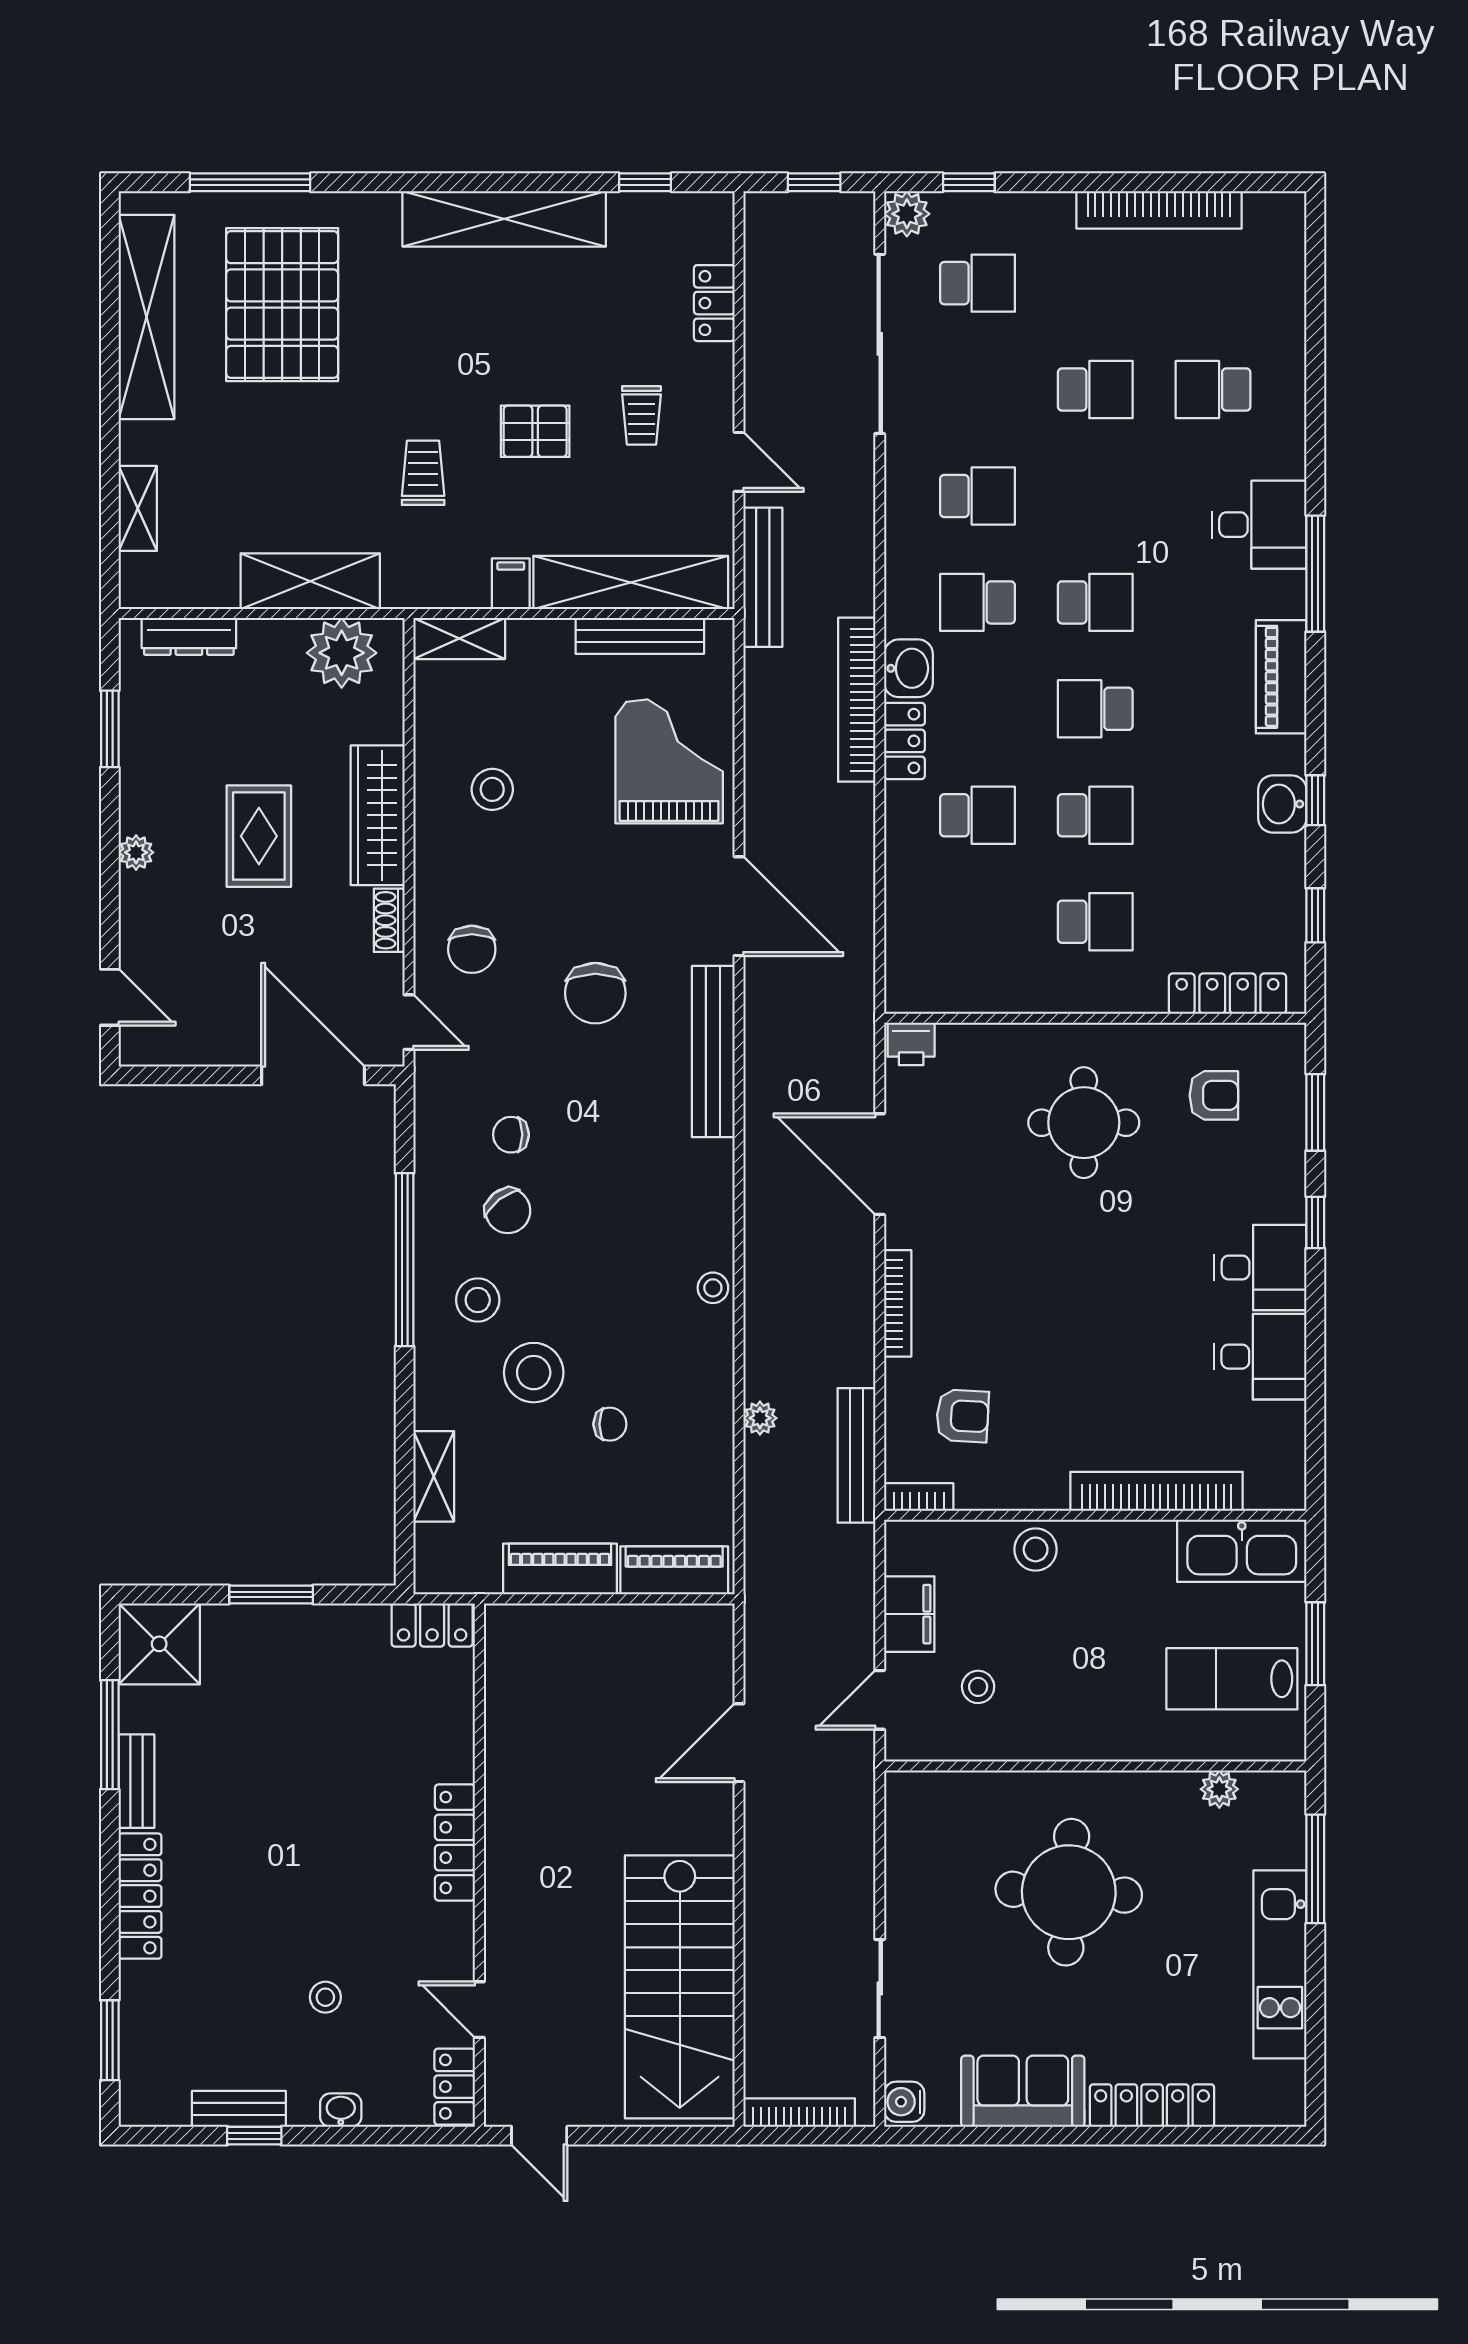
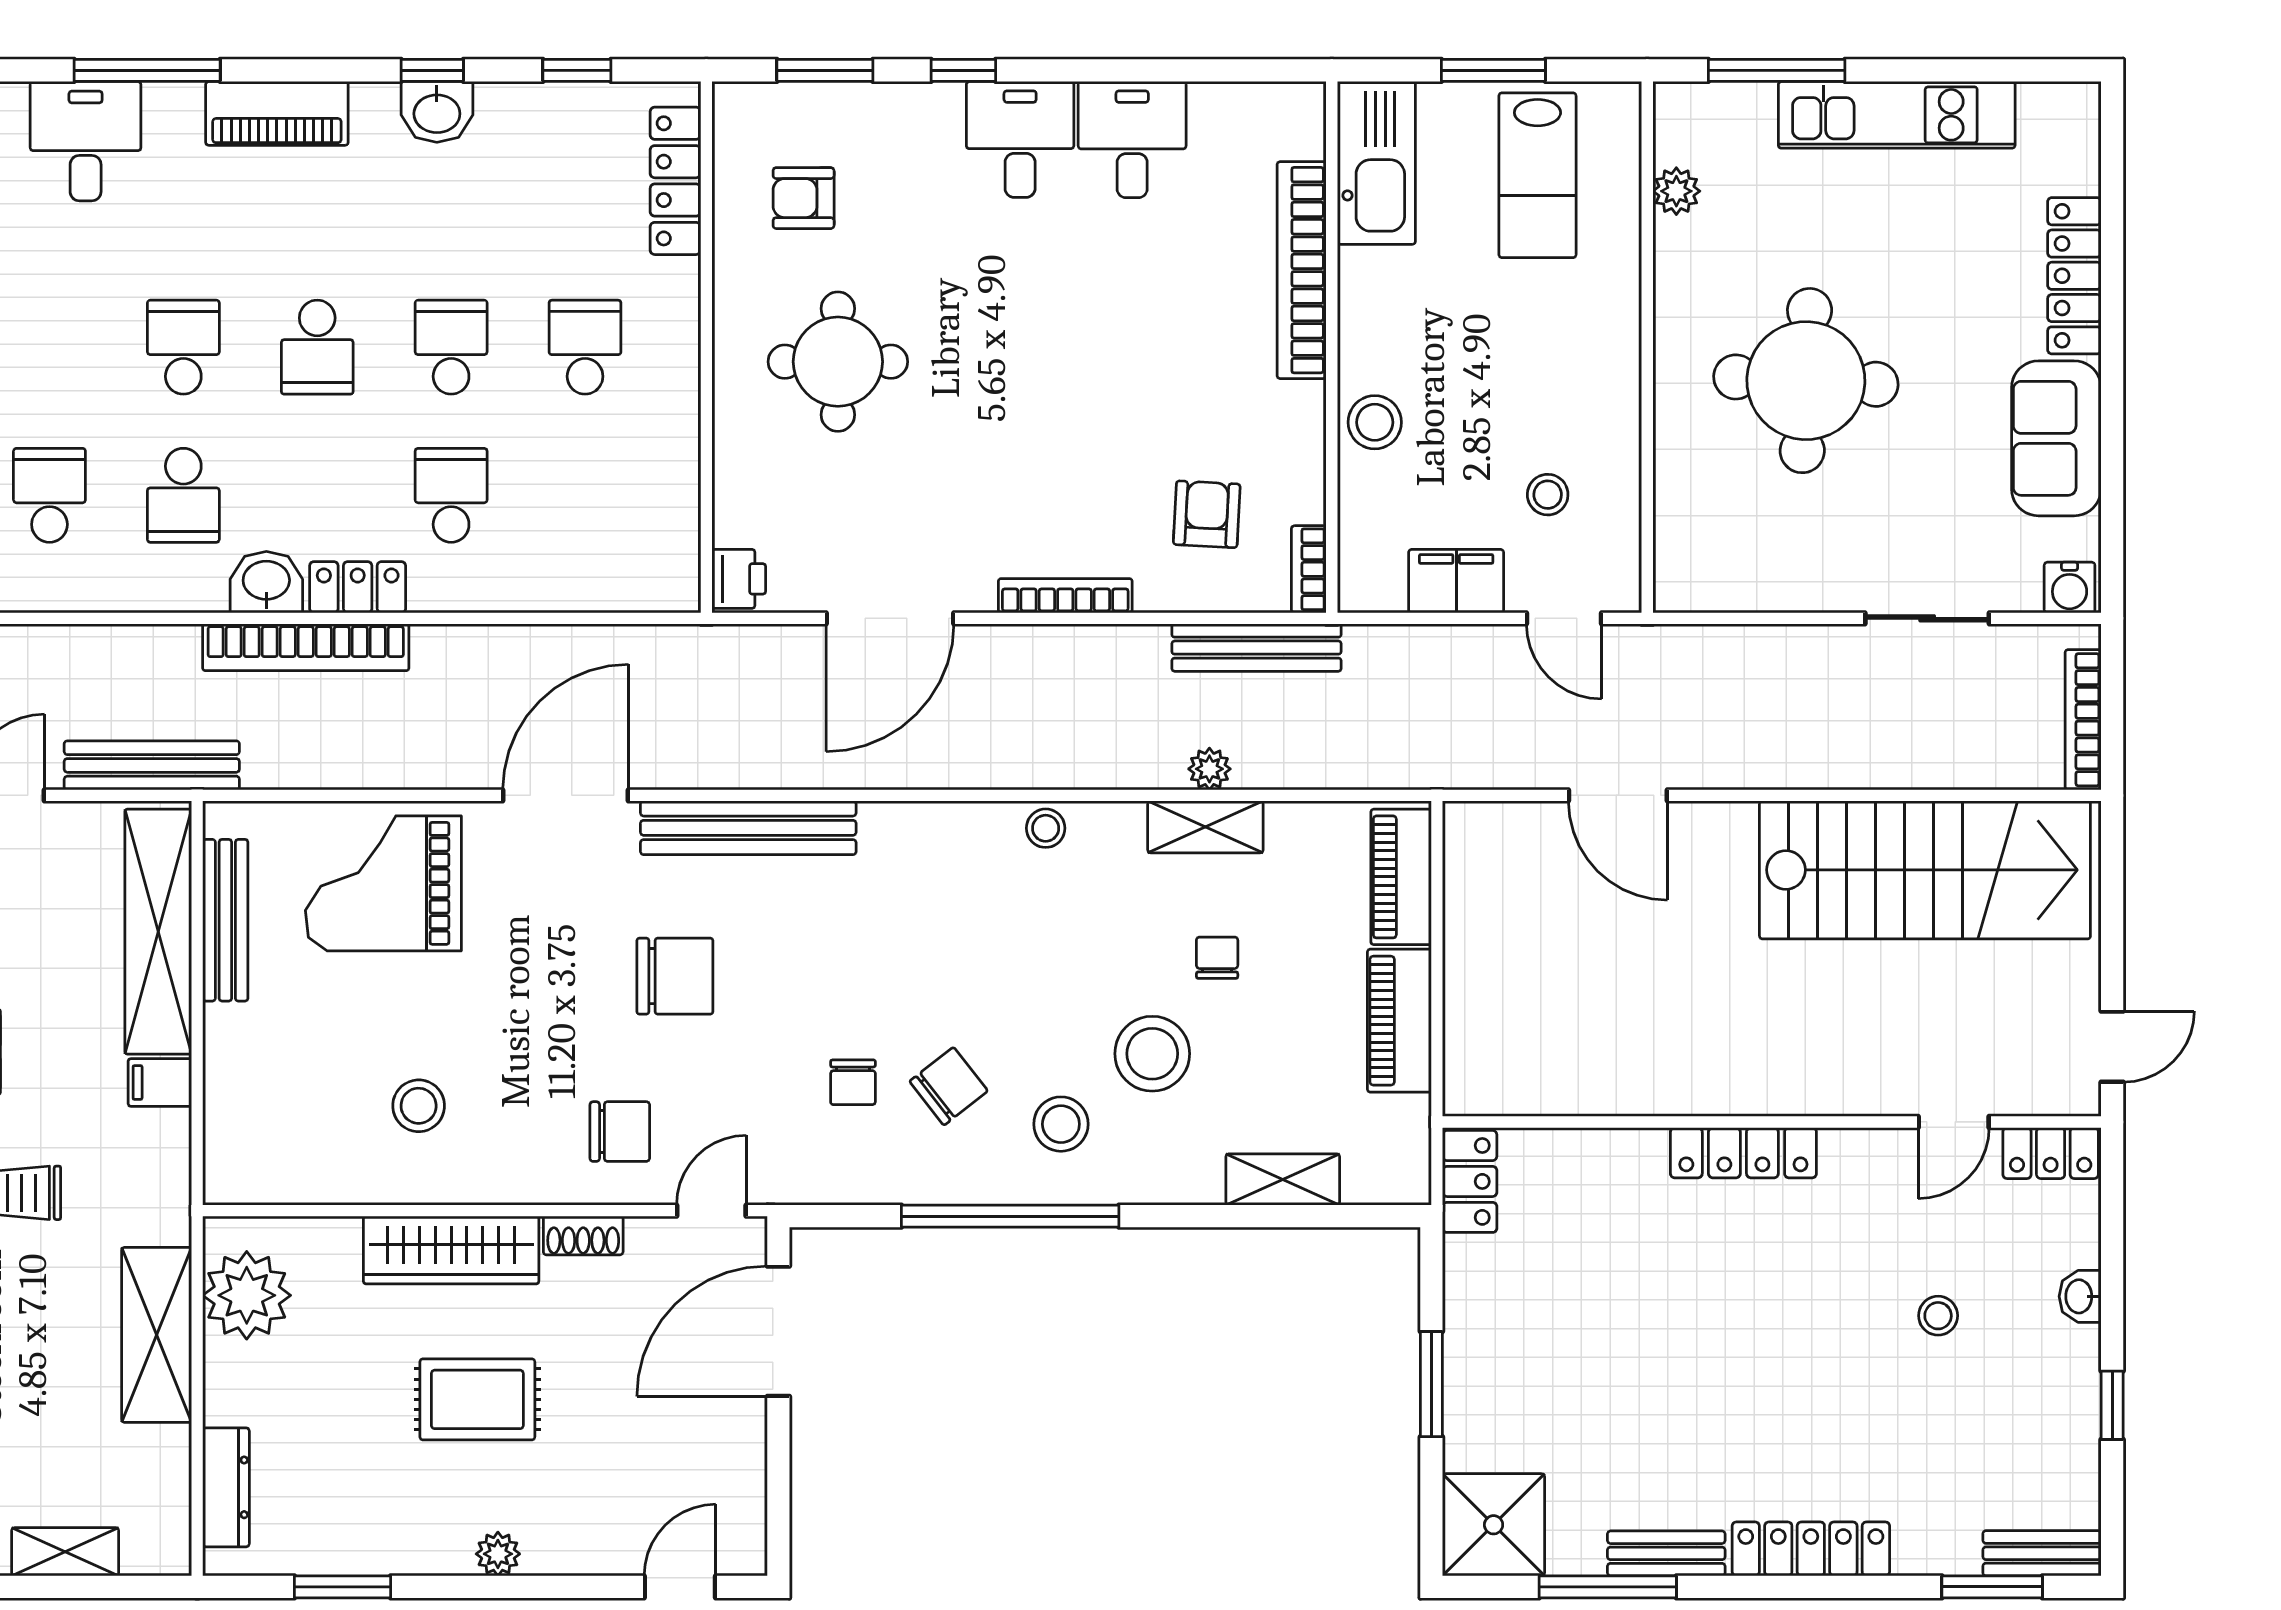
shelving: (459, 638) -> (1205, 827), moved, turned 90
armchair: (1214, 1095) -> (804, 198), turned -90
bench: (239, 2109) -> (2042, 1553), moved, turned 90

